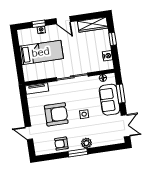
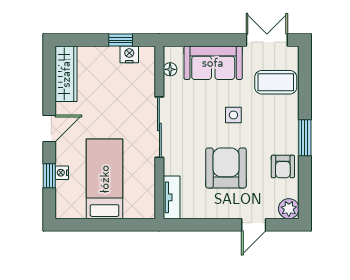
window: (113, 39) -> (121, 40), moved
window: (121, 94) -> (205, 40), removed
coffee table: (104, 134) -> (276, 82), added
plant: (86, 143) -> (289, 209), moved

